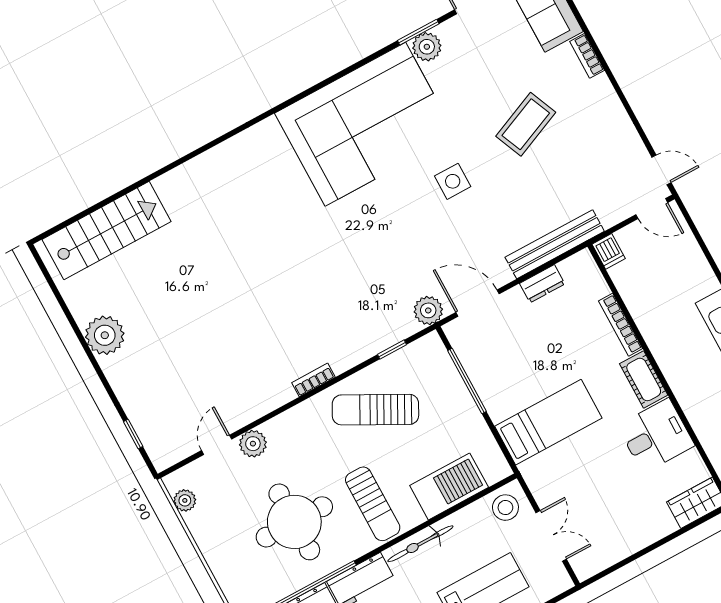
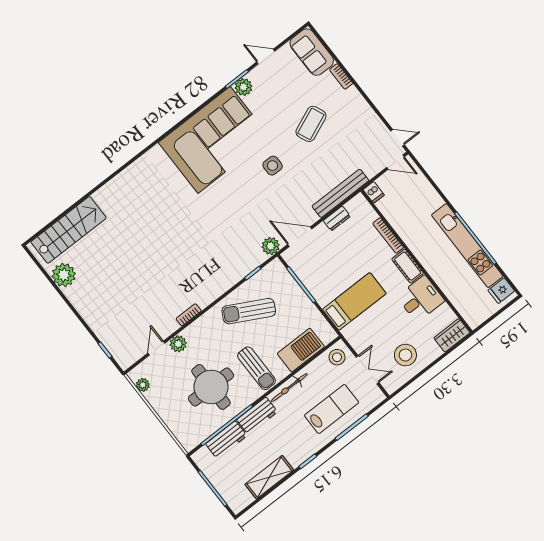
plant: (105, 335) -> (64, 275), moved
bookcase: (313, 380) -> (189, 315), moved
stool: (616, 522) -> (405, 355), added

